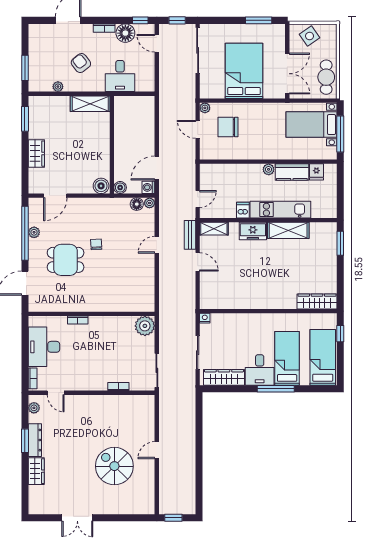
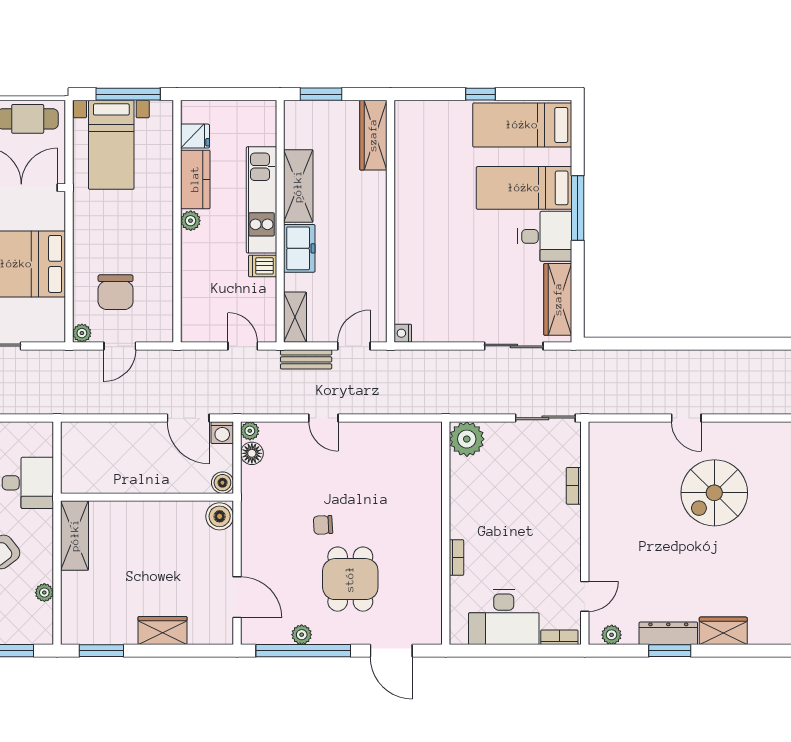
wardrobe: (317, 301) -> (373, 135), moved
wall: (268, 311) -> (390, 221), moved
nightstand: (205, 318) -> (403, 333), moved

